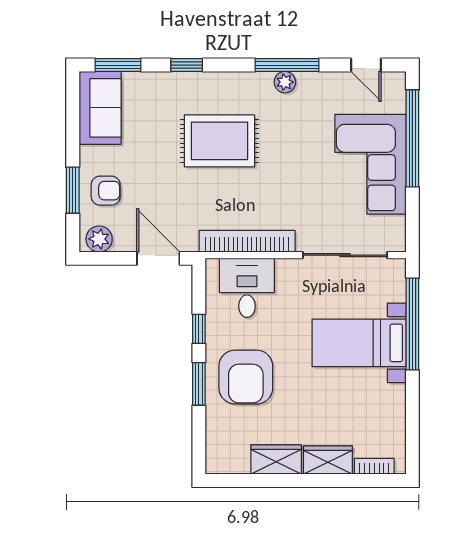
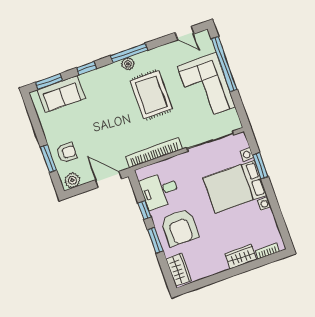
window: (287, 65) -> (129, 53), moved
plant: (285, 82) -> (128, 64), moved
sofa: (100, 108) -> (61, 94), moved, turned 90
rug: (219, 141) -> (151, 95), moved, turned 90
desk: (247, 288) -> (160, 190), moved, turned -90
window: (412, 324) -> (260, 166), width x0.47
bed with nightstands: (359, 343) -> (235, 186), width x1.36
wardrobe: (276, 459) -> (179, 270), moved, turned 90

